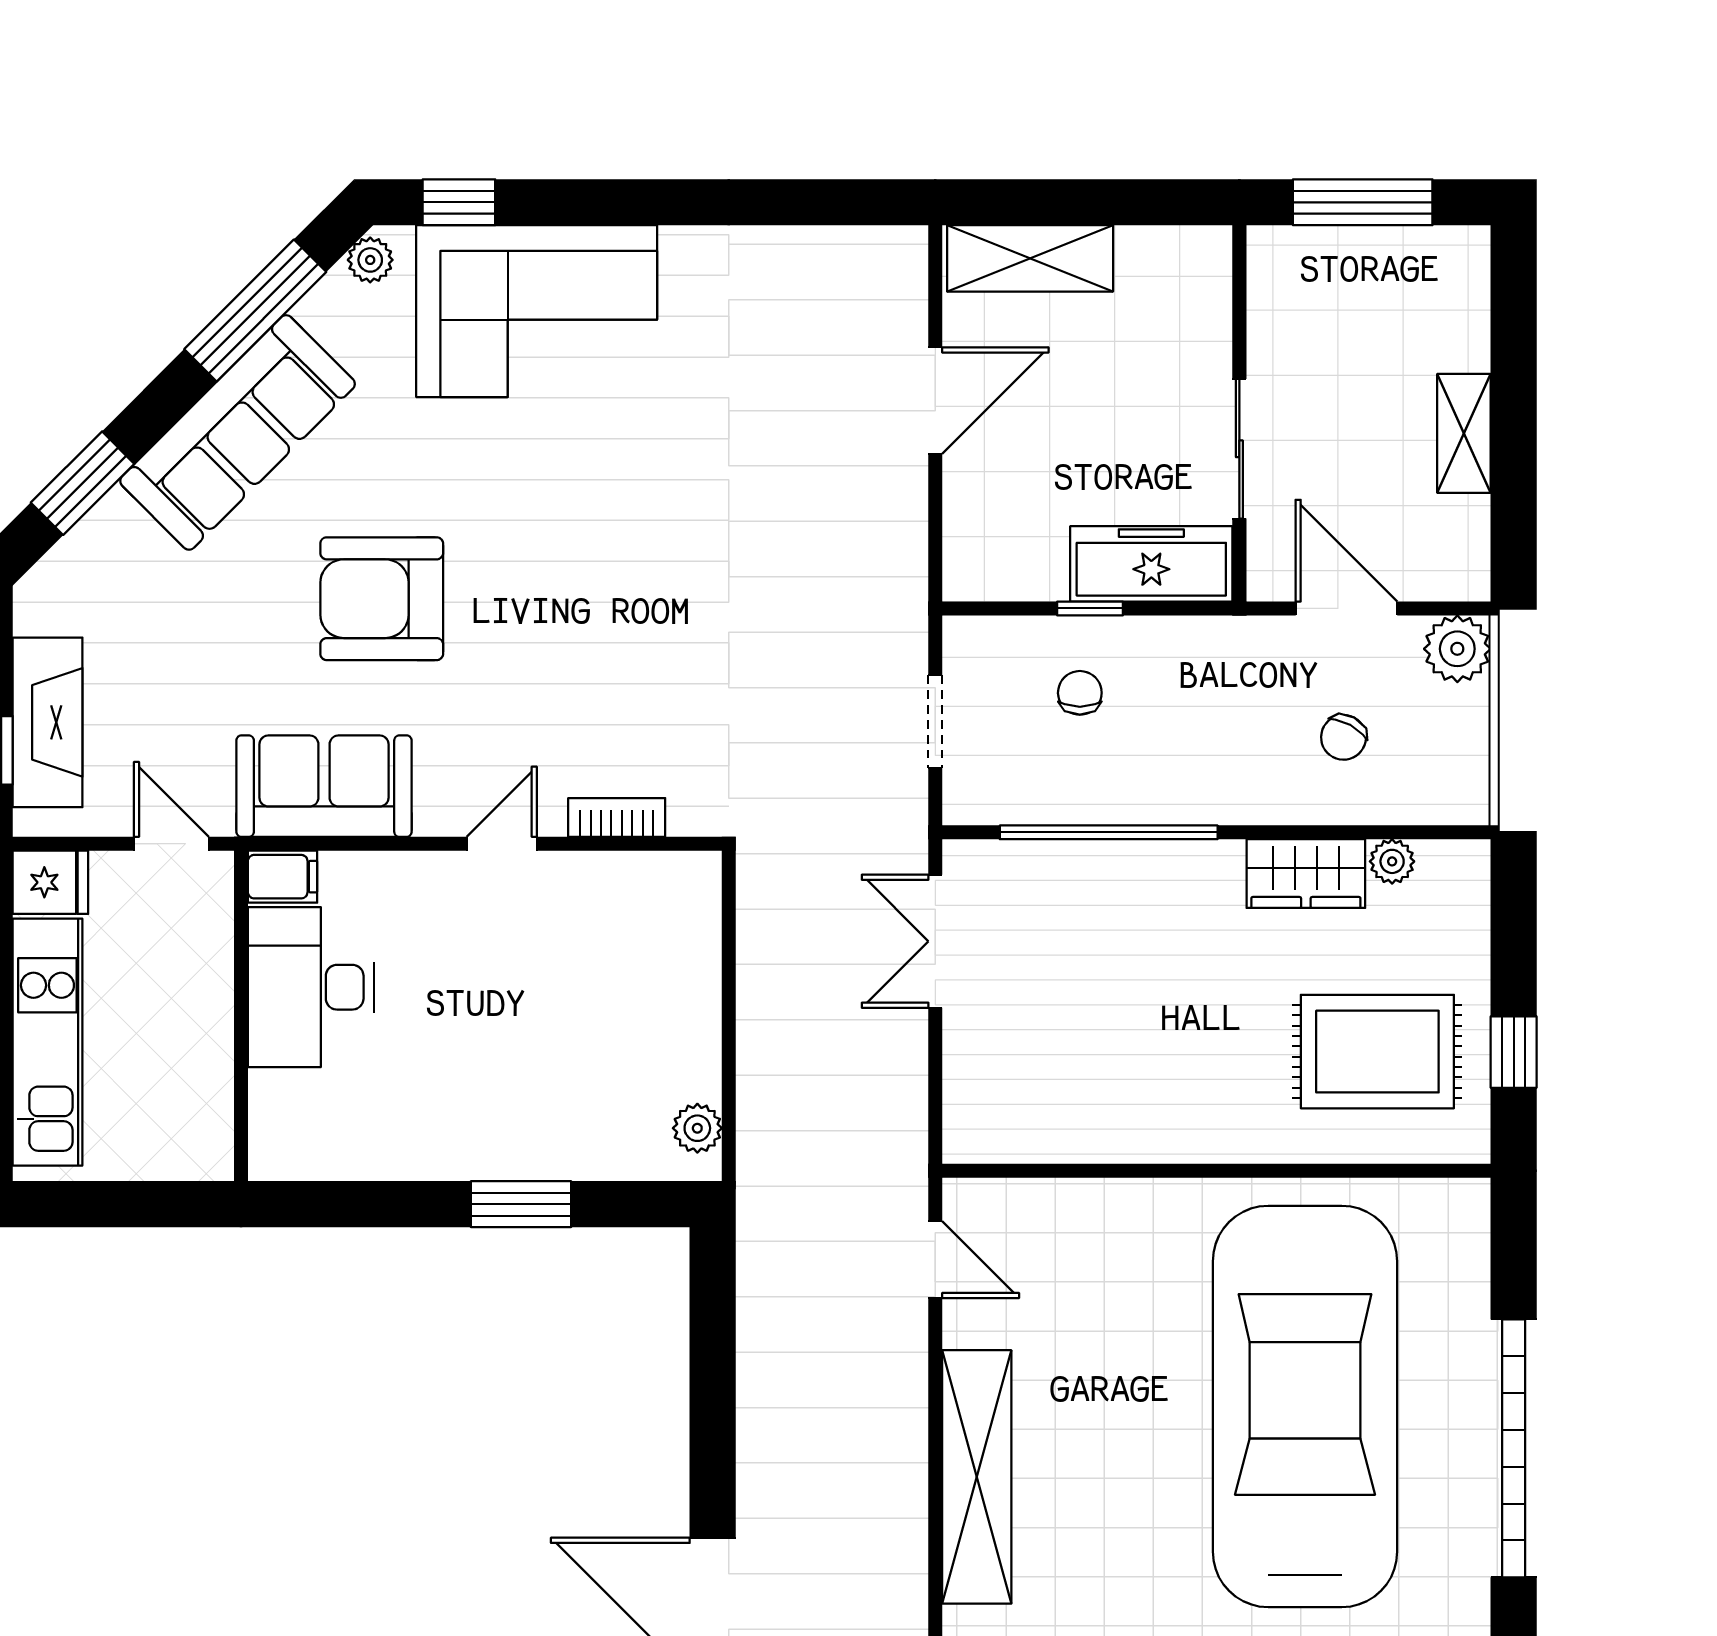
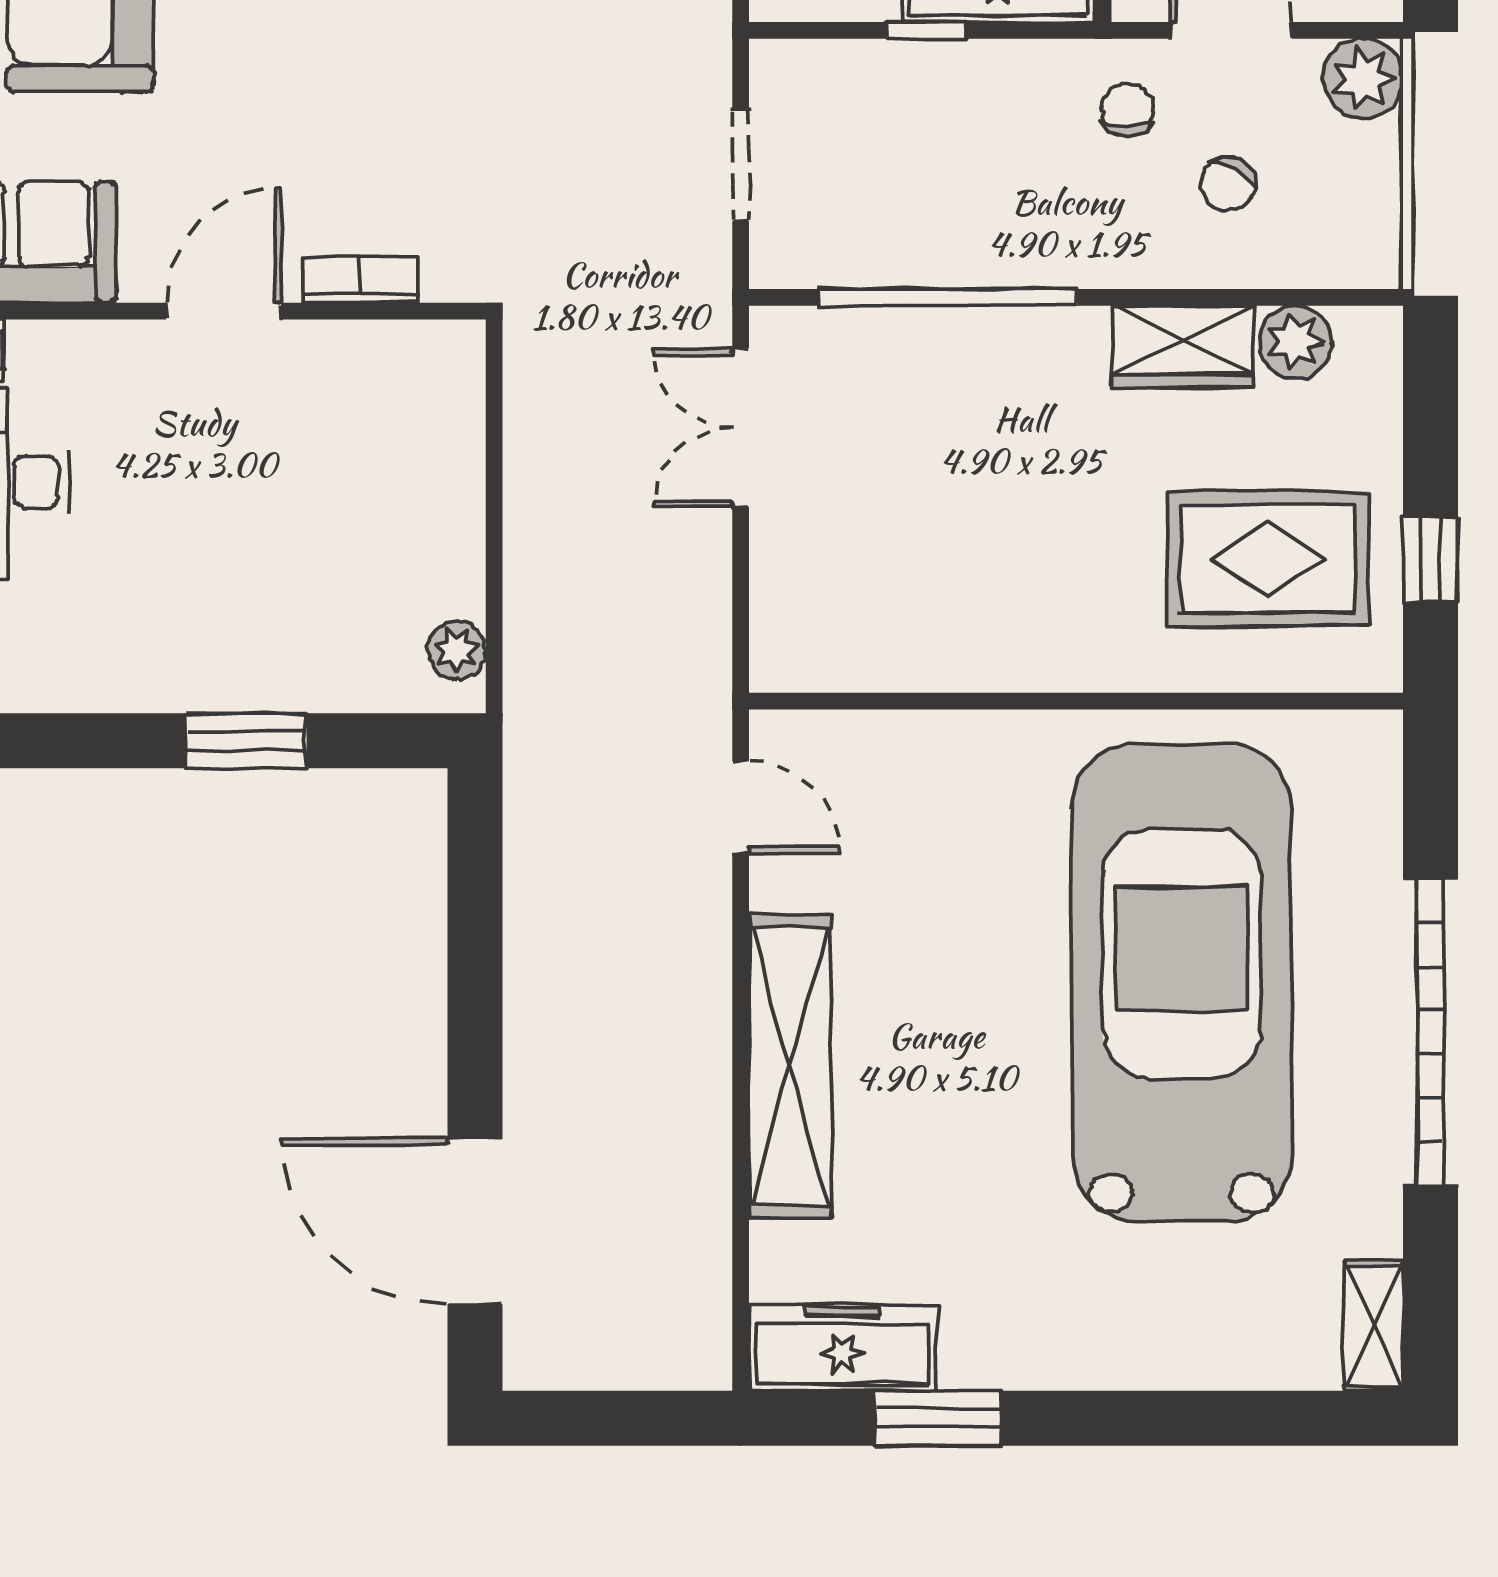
chair: (1080, 693) -> (1127, 110), moved
door: (502, 844) -> (223, 311), width x1.38
plant: (1392, 861) -> (1295, 342), width x1.38, depth x1.38

